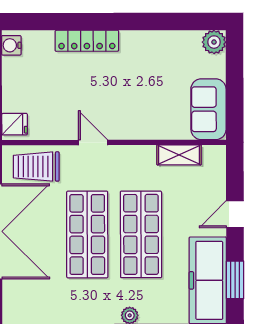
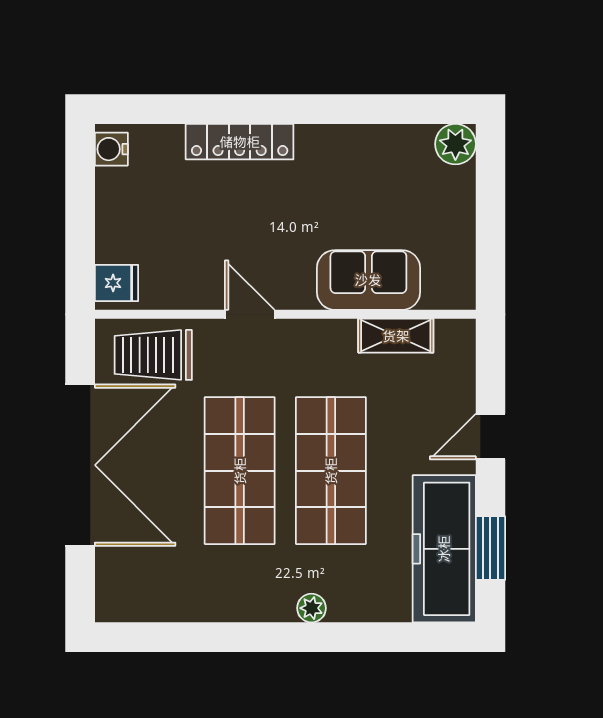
sofa: (208, 109) -> (368, 280), moved, turned 90

